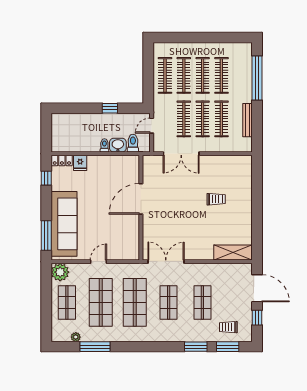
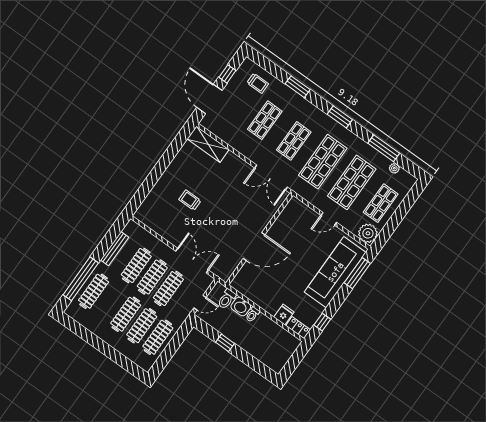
clothes rail: (221, 75) -> (94, 291), moved
window: (228, 347) -> (340, 117), moved

